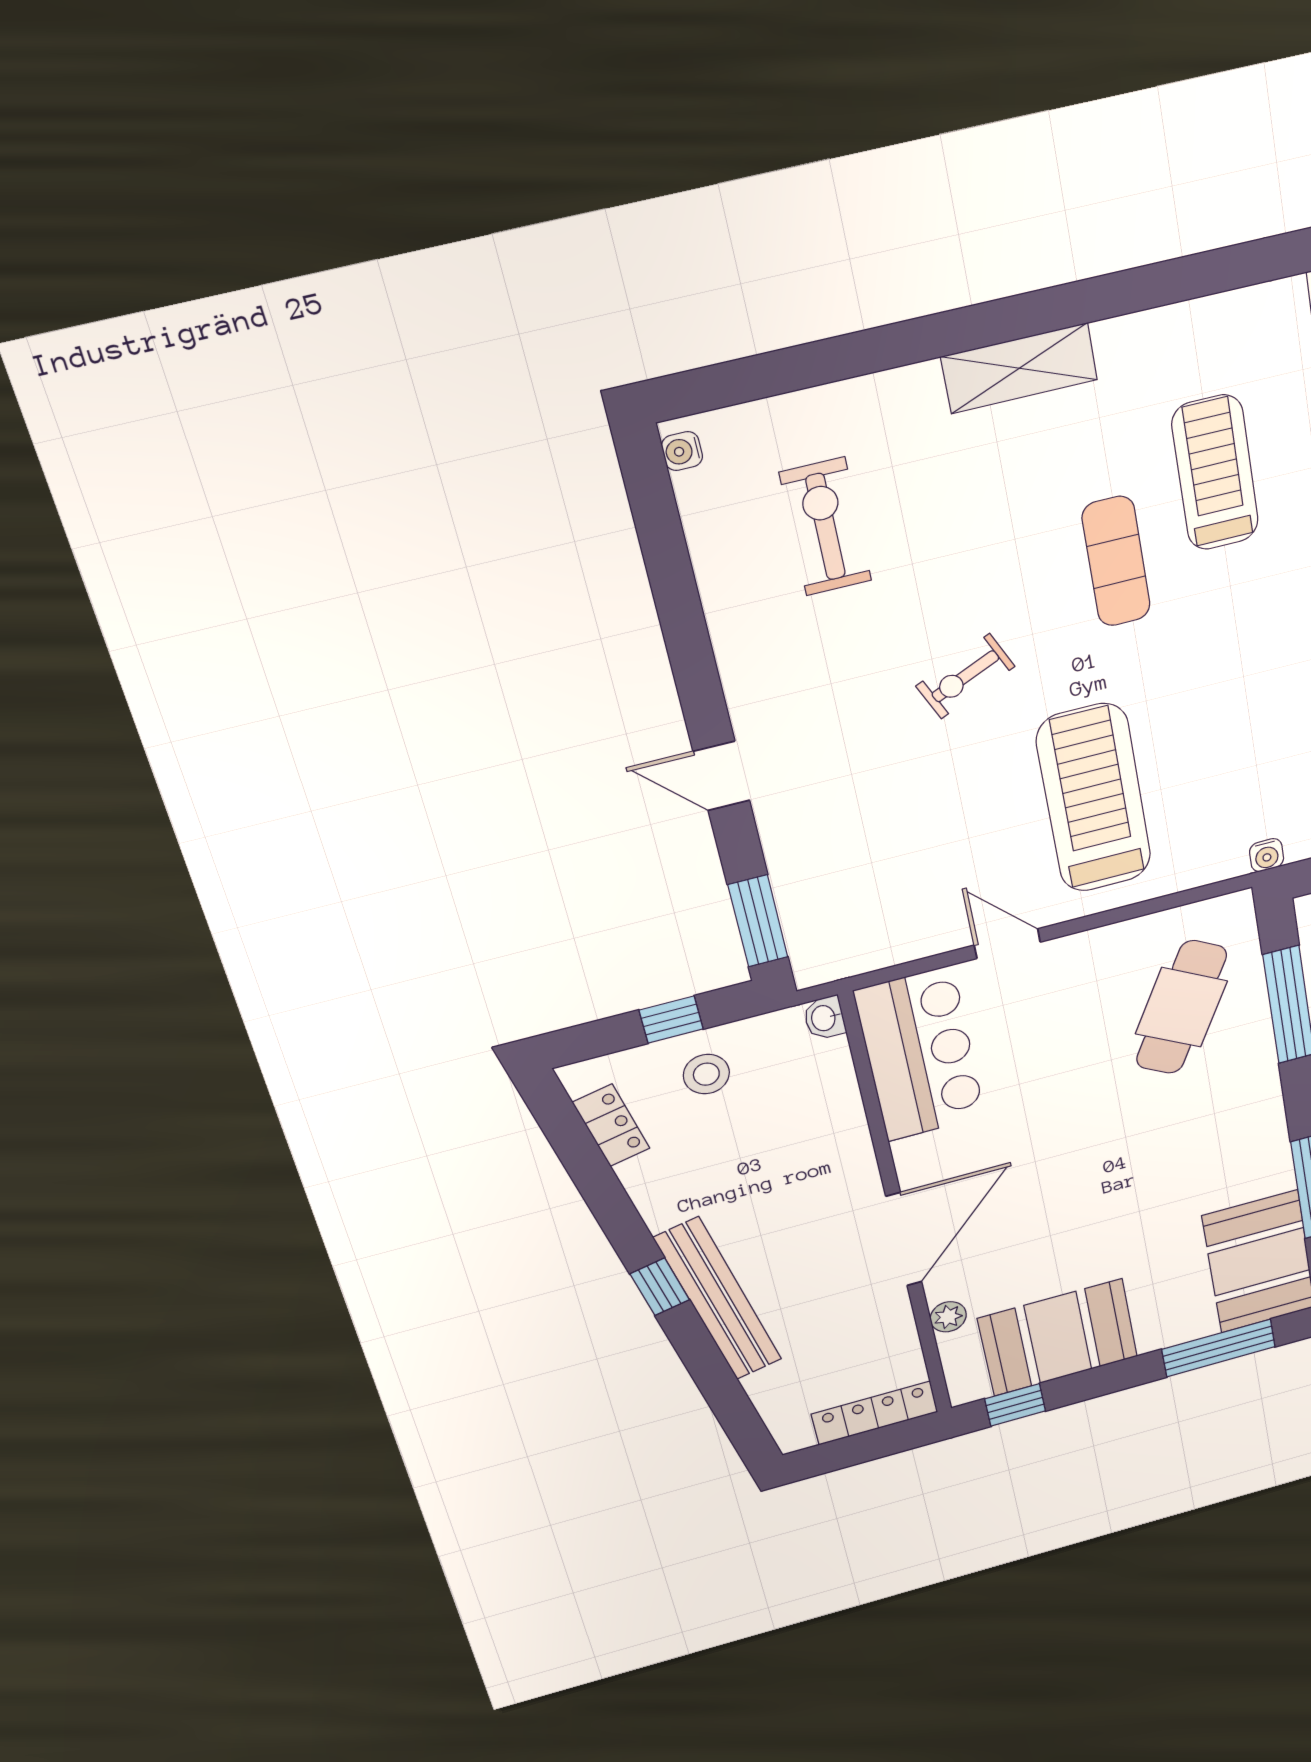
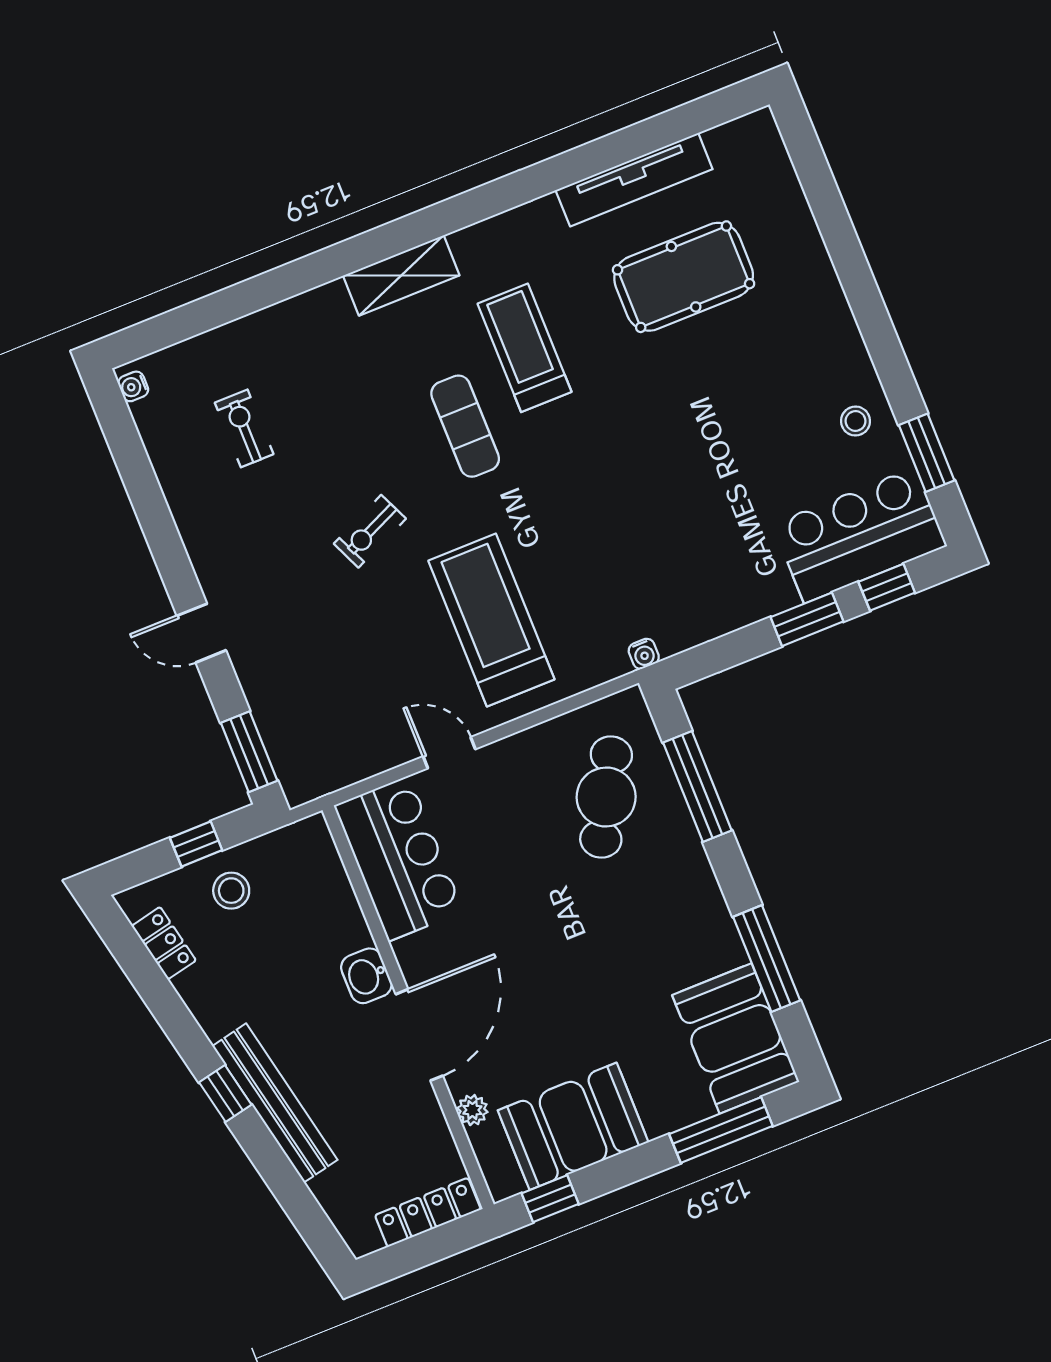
shelving: (1019, 368) -> (401, 275), moved
exercise bike: (826, 527) -> (244, 428), width x0.73, depth x0.72
washbasin: (824, 1018) -> (366, 976), moved, width x1.38, depth x1.45

